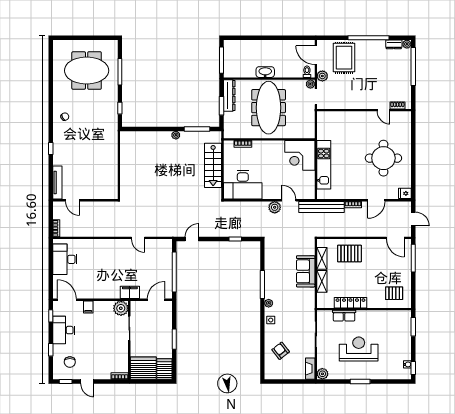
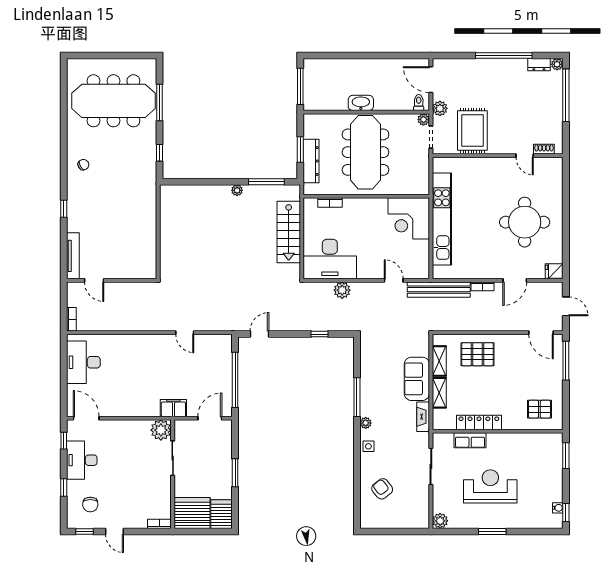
rug: (344, 58) -> (472, 130), moved
meeting table: (87, 71) -> (113, 101), width x1.36
dresser: (229, 96) -> (311, 161), moved
kitchen unit: (324, 165) -> (442, 219), width x1.36
plant: (275, 207) -> (342, 290), moved
filing cabinet: (88, 307) -> (116, 428), removed
fireplace: (310, 369) -> (423, 417), moved

